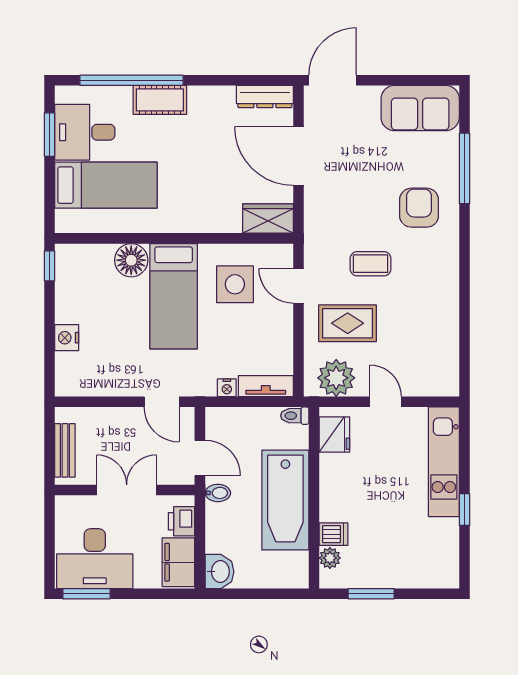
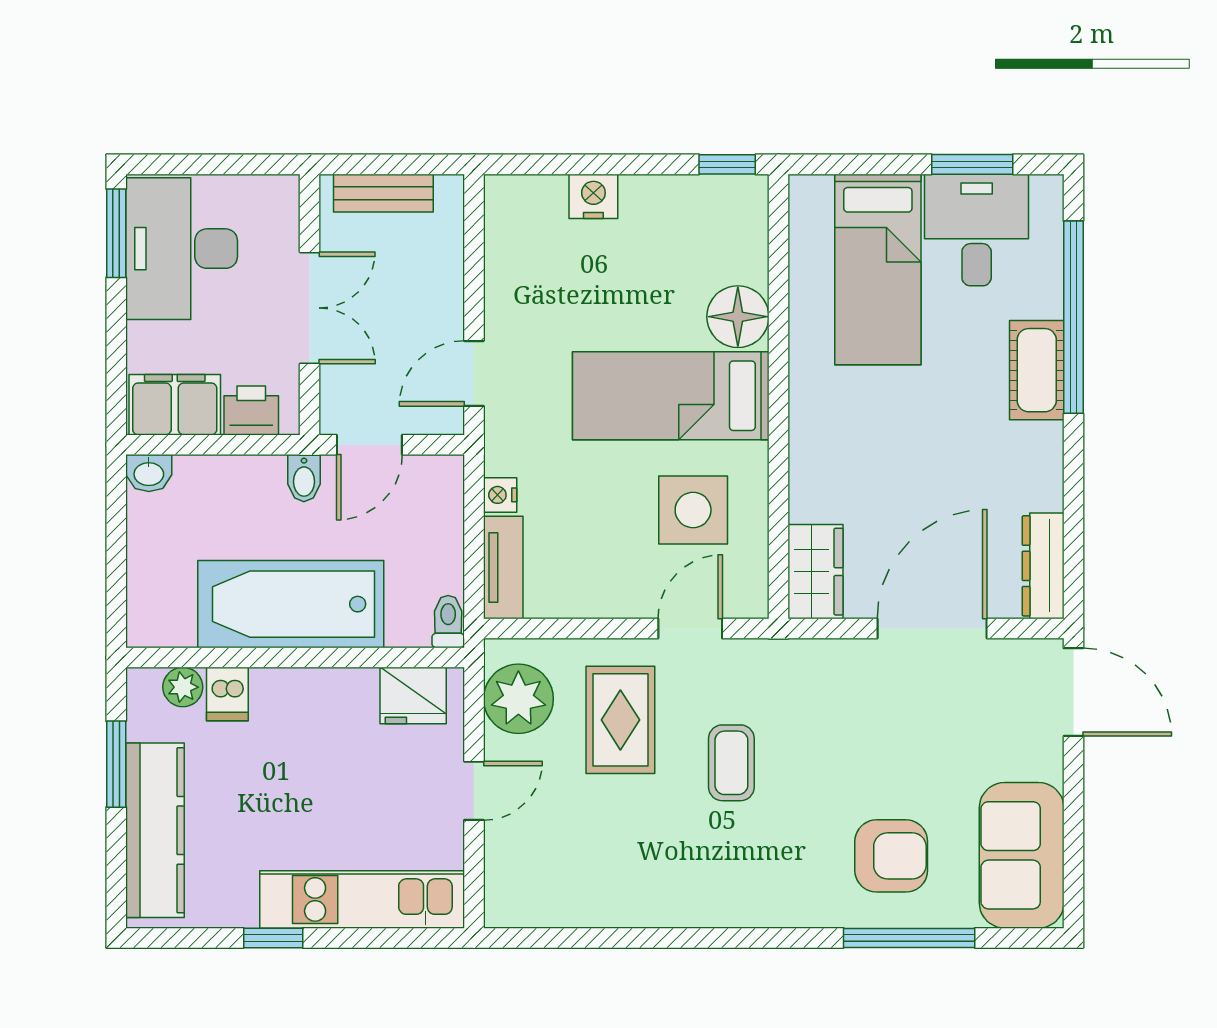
armchair: (419, 208) -> (891, 856), moved
washbasin: (220, 572) -> (149, 473), width x0.72, depth x0.69
kitchen counter: (407, 573) -> (155, 830), added

